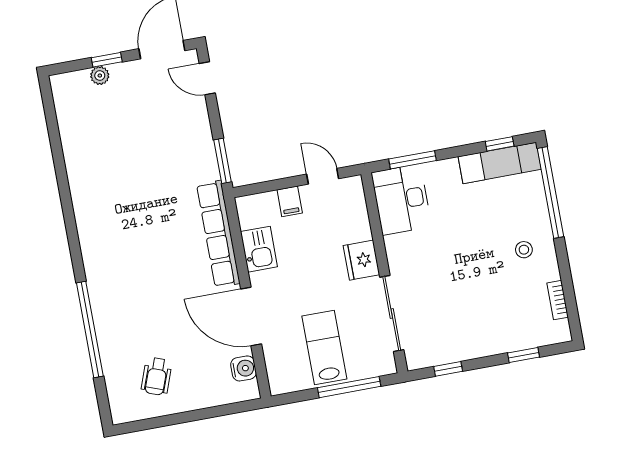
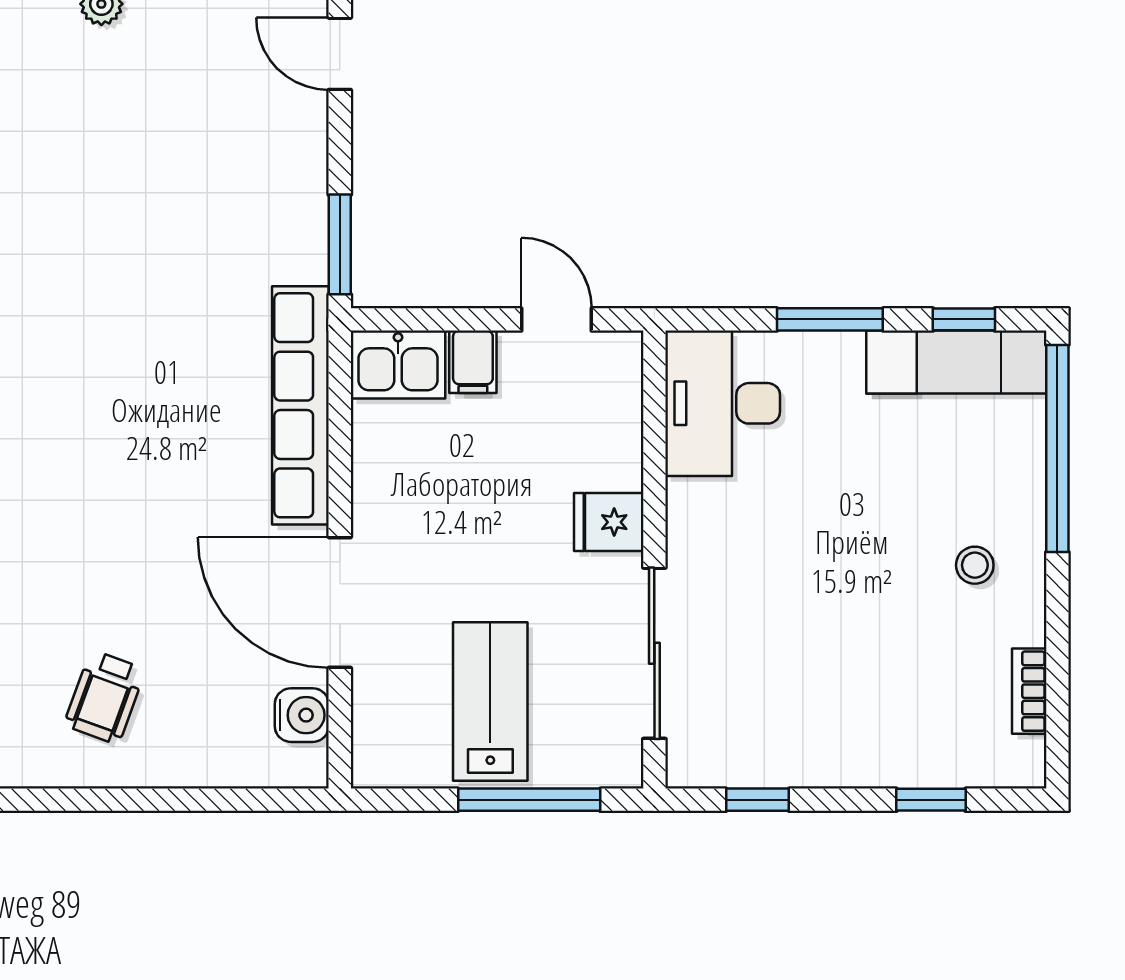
window: (413, 160) -> (830, 319), moved
kitchen sink: (259, 249) -> (398, 365), moved, turned 90
fridge: (361, 260) -> (609, 522), width x0.72

